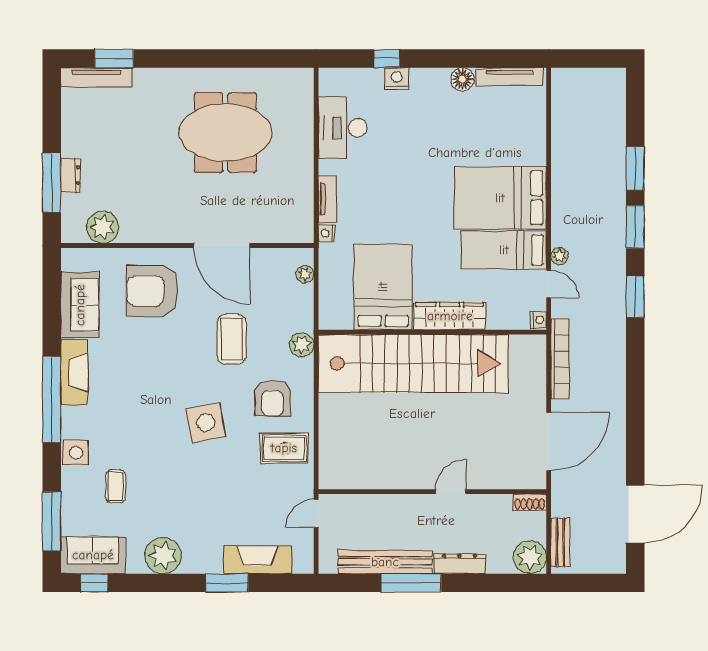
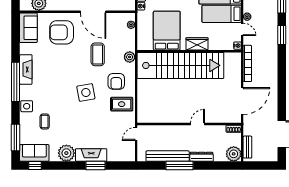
sofa: (80, 305) -> (28, 28), moved
wardrobe: (450, 316) -> (197, 44), width x0.67
fireplace: (257, 560) -> (91, 155), moved

